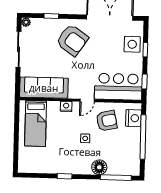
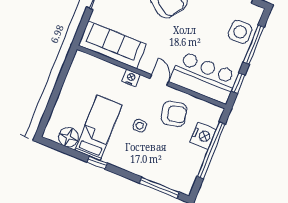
window: (145, 50) -> (254, 45), width x2.17
door: (87, 100) -> (159, 80), swing flipped
nightstand: (134, 118) -> (203, 136), moved
bed: (36, 123) -> (99, 128), moved, turned 180
floor lamp: (99, 167) -> (68, 137), moved

